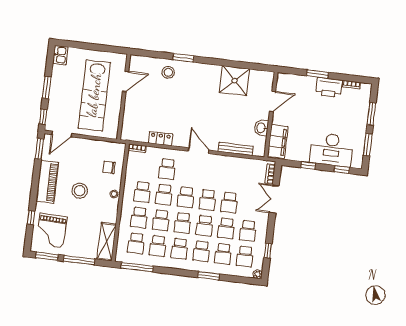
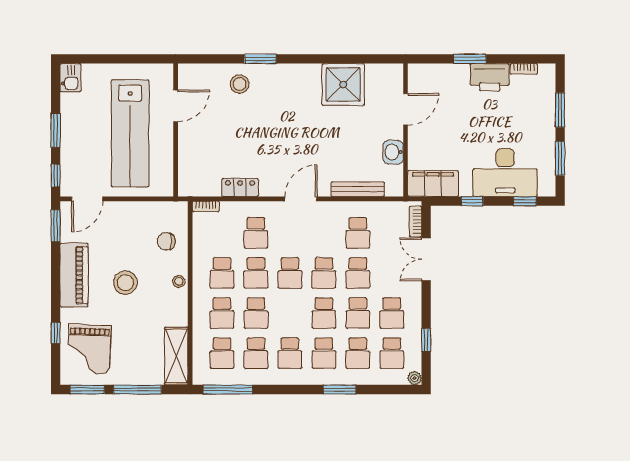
filing cabinet: (278, 142) -> (433, 184), moved, turned -90
door: (199, 151) -> (301, 199), hinge flipped
school desk: (183, 223) -> (358, 233), moved

